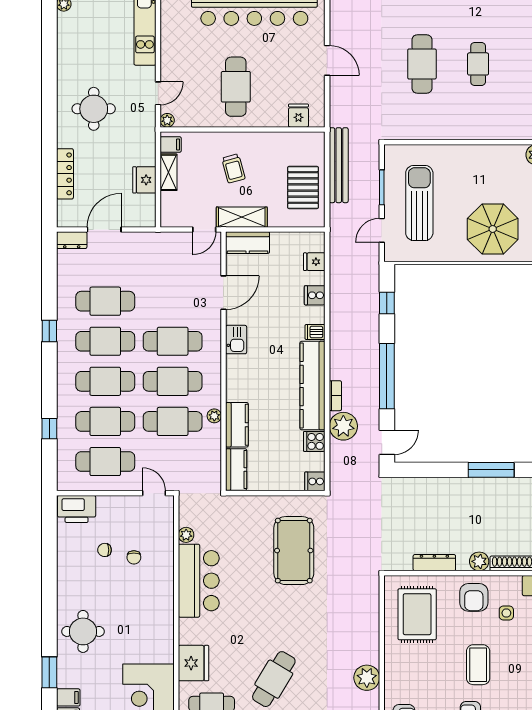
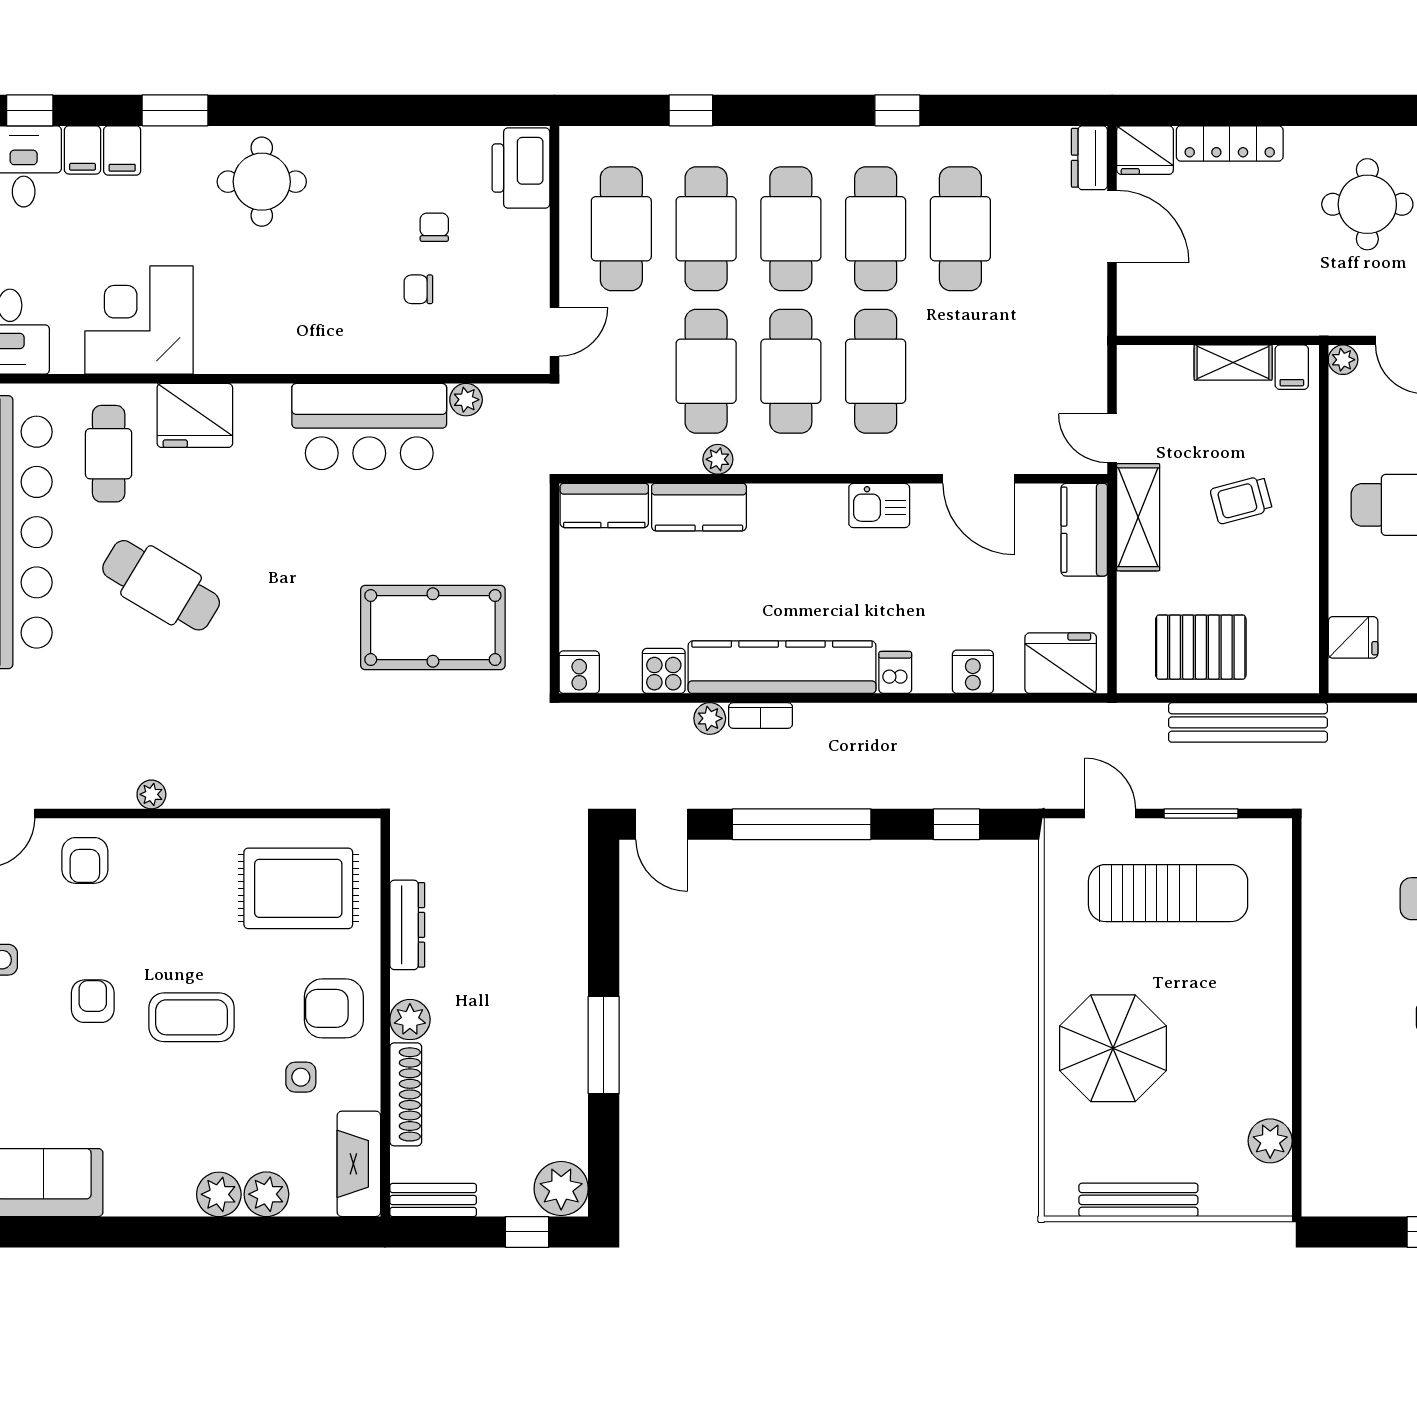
fridge: (144, 180) -> (1145, 150), moved, turned 180
fridge: (314, 262) -> (1061, 663), width x1.88, depth x1.34
plant: (343, 426) -> (710, 718), width x0.53, depth x0.53
plant: (367, 678) -> (151, 794), width x0.53, depth x0.53

